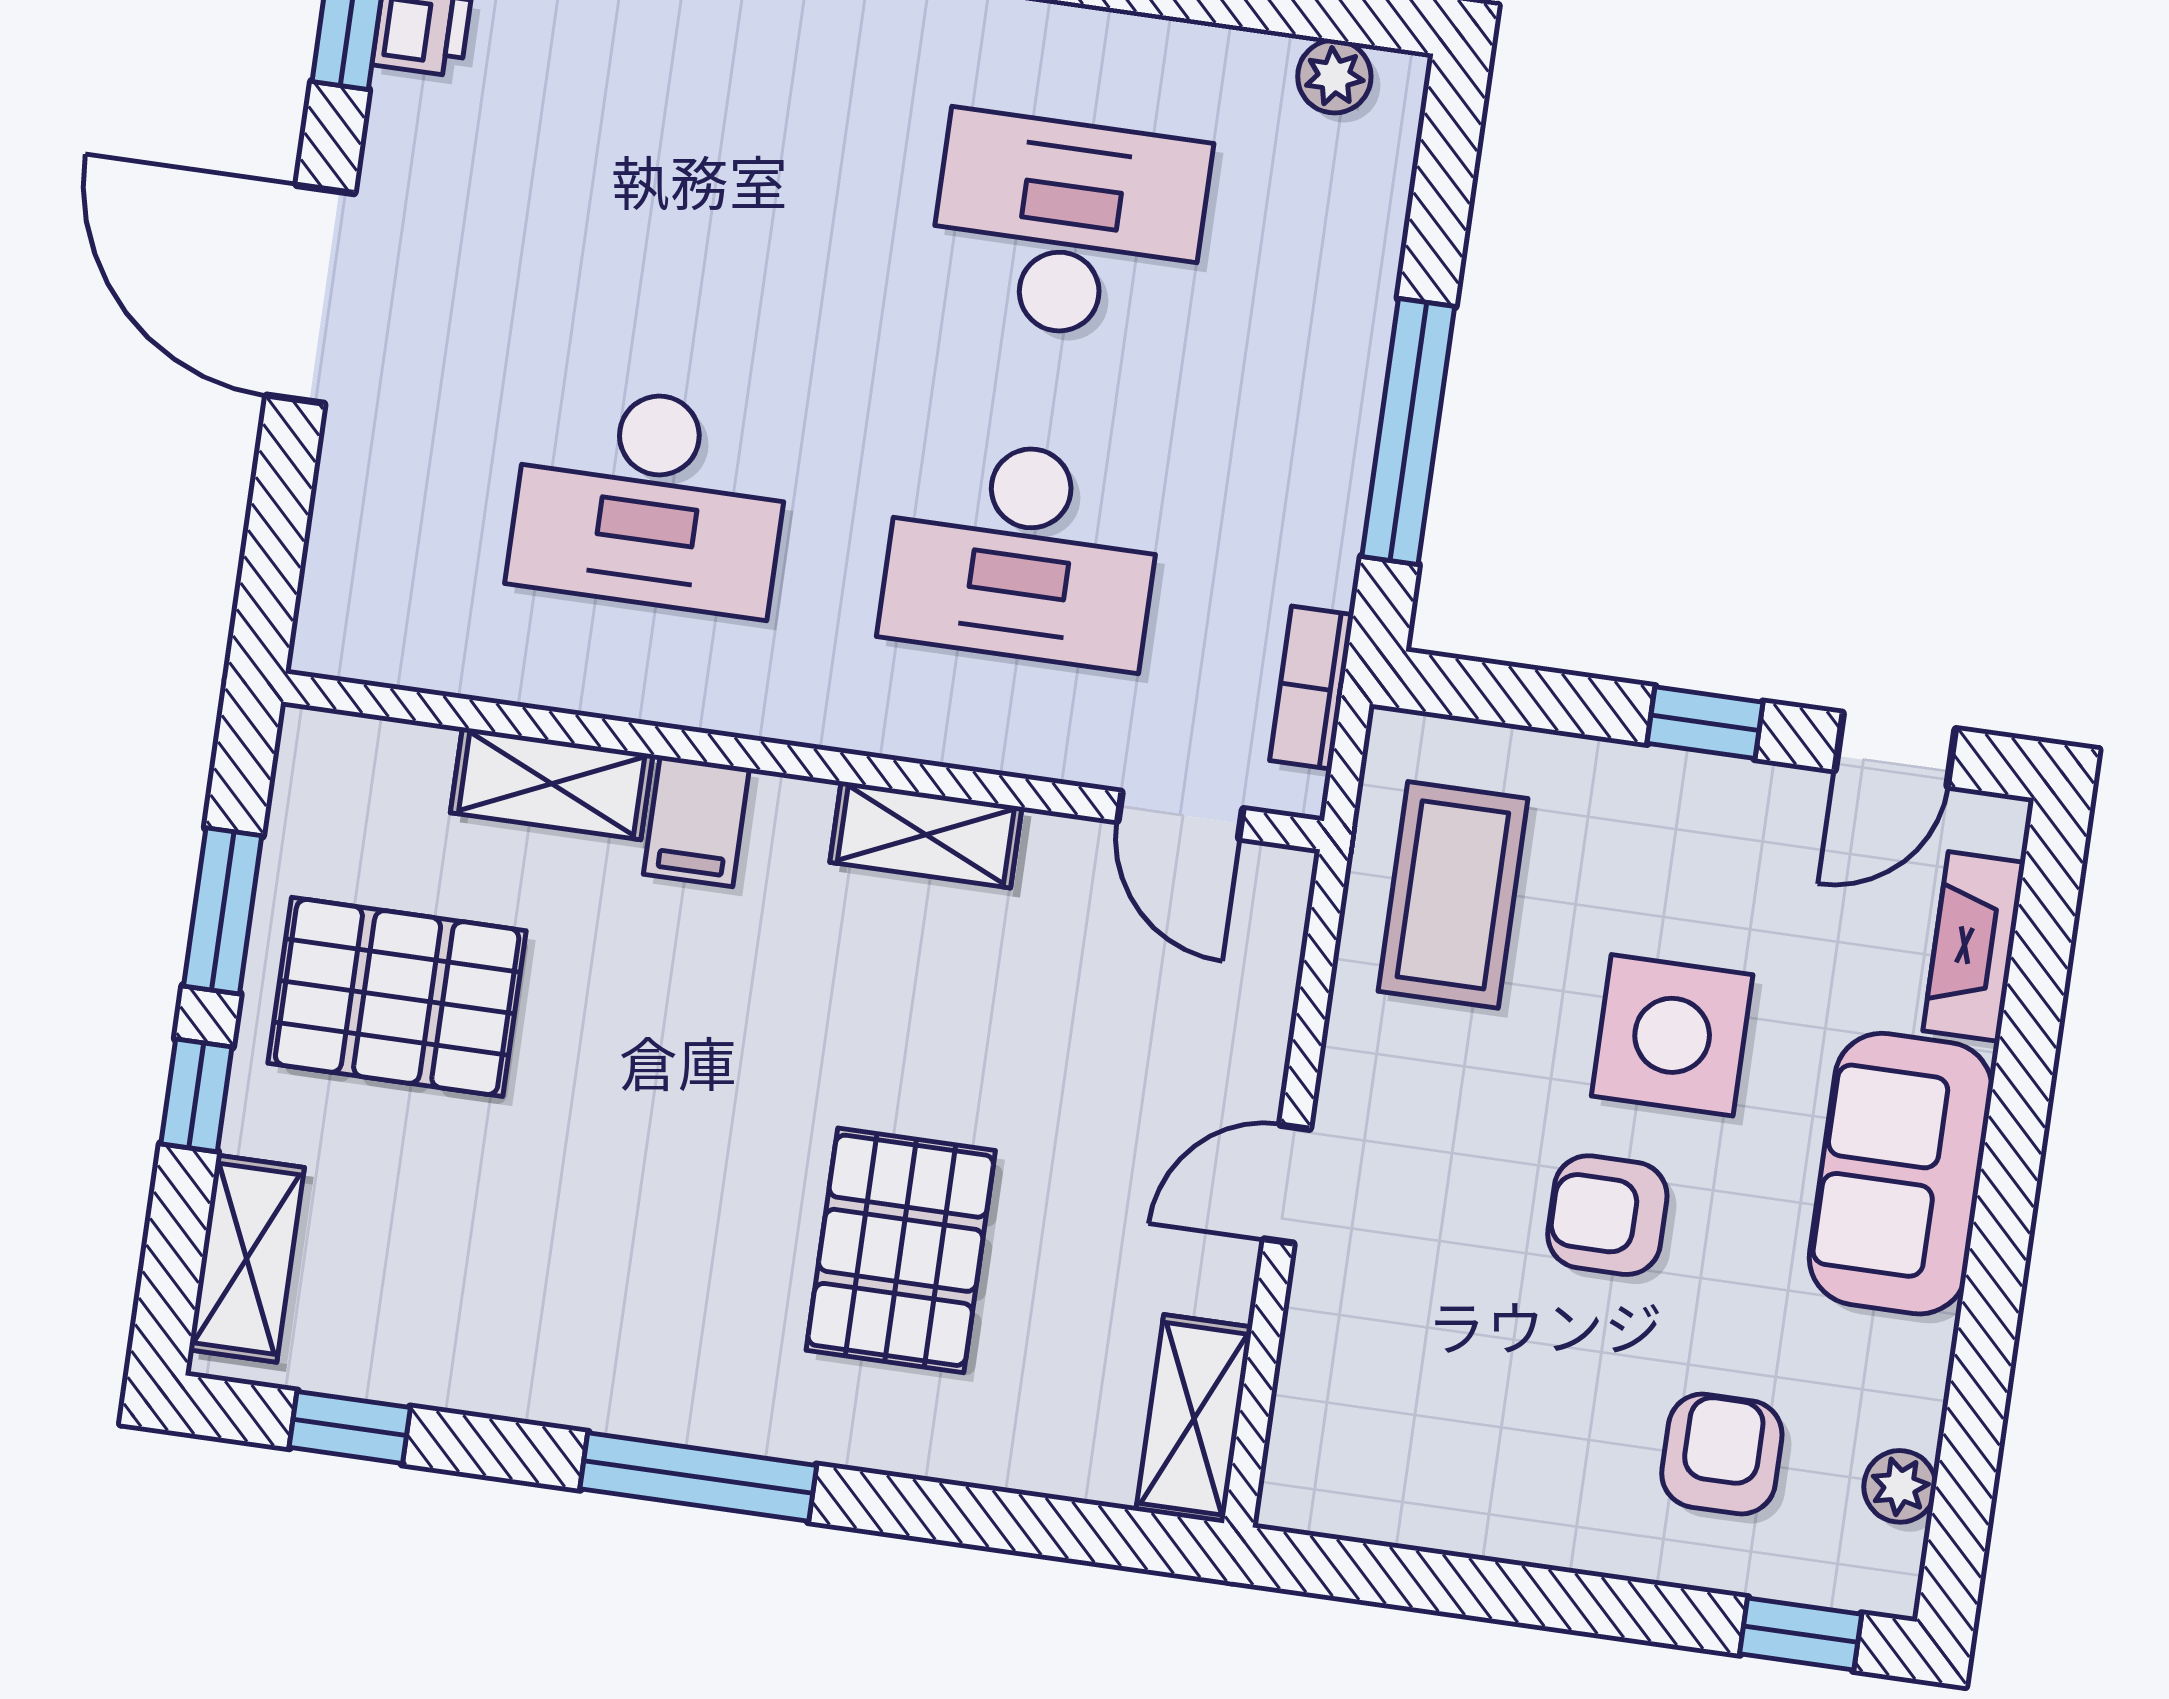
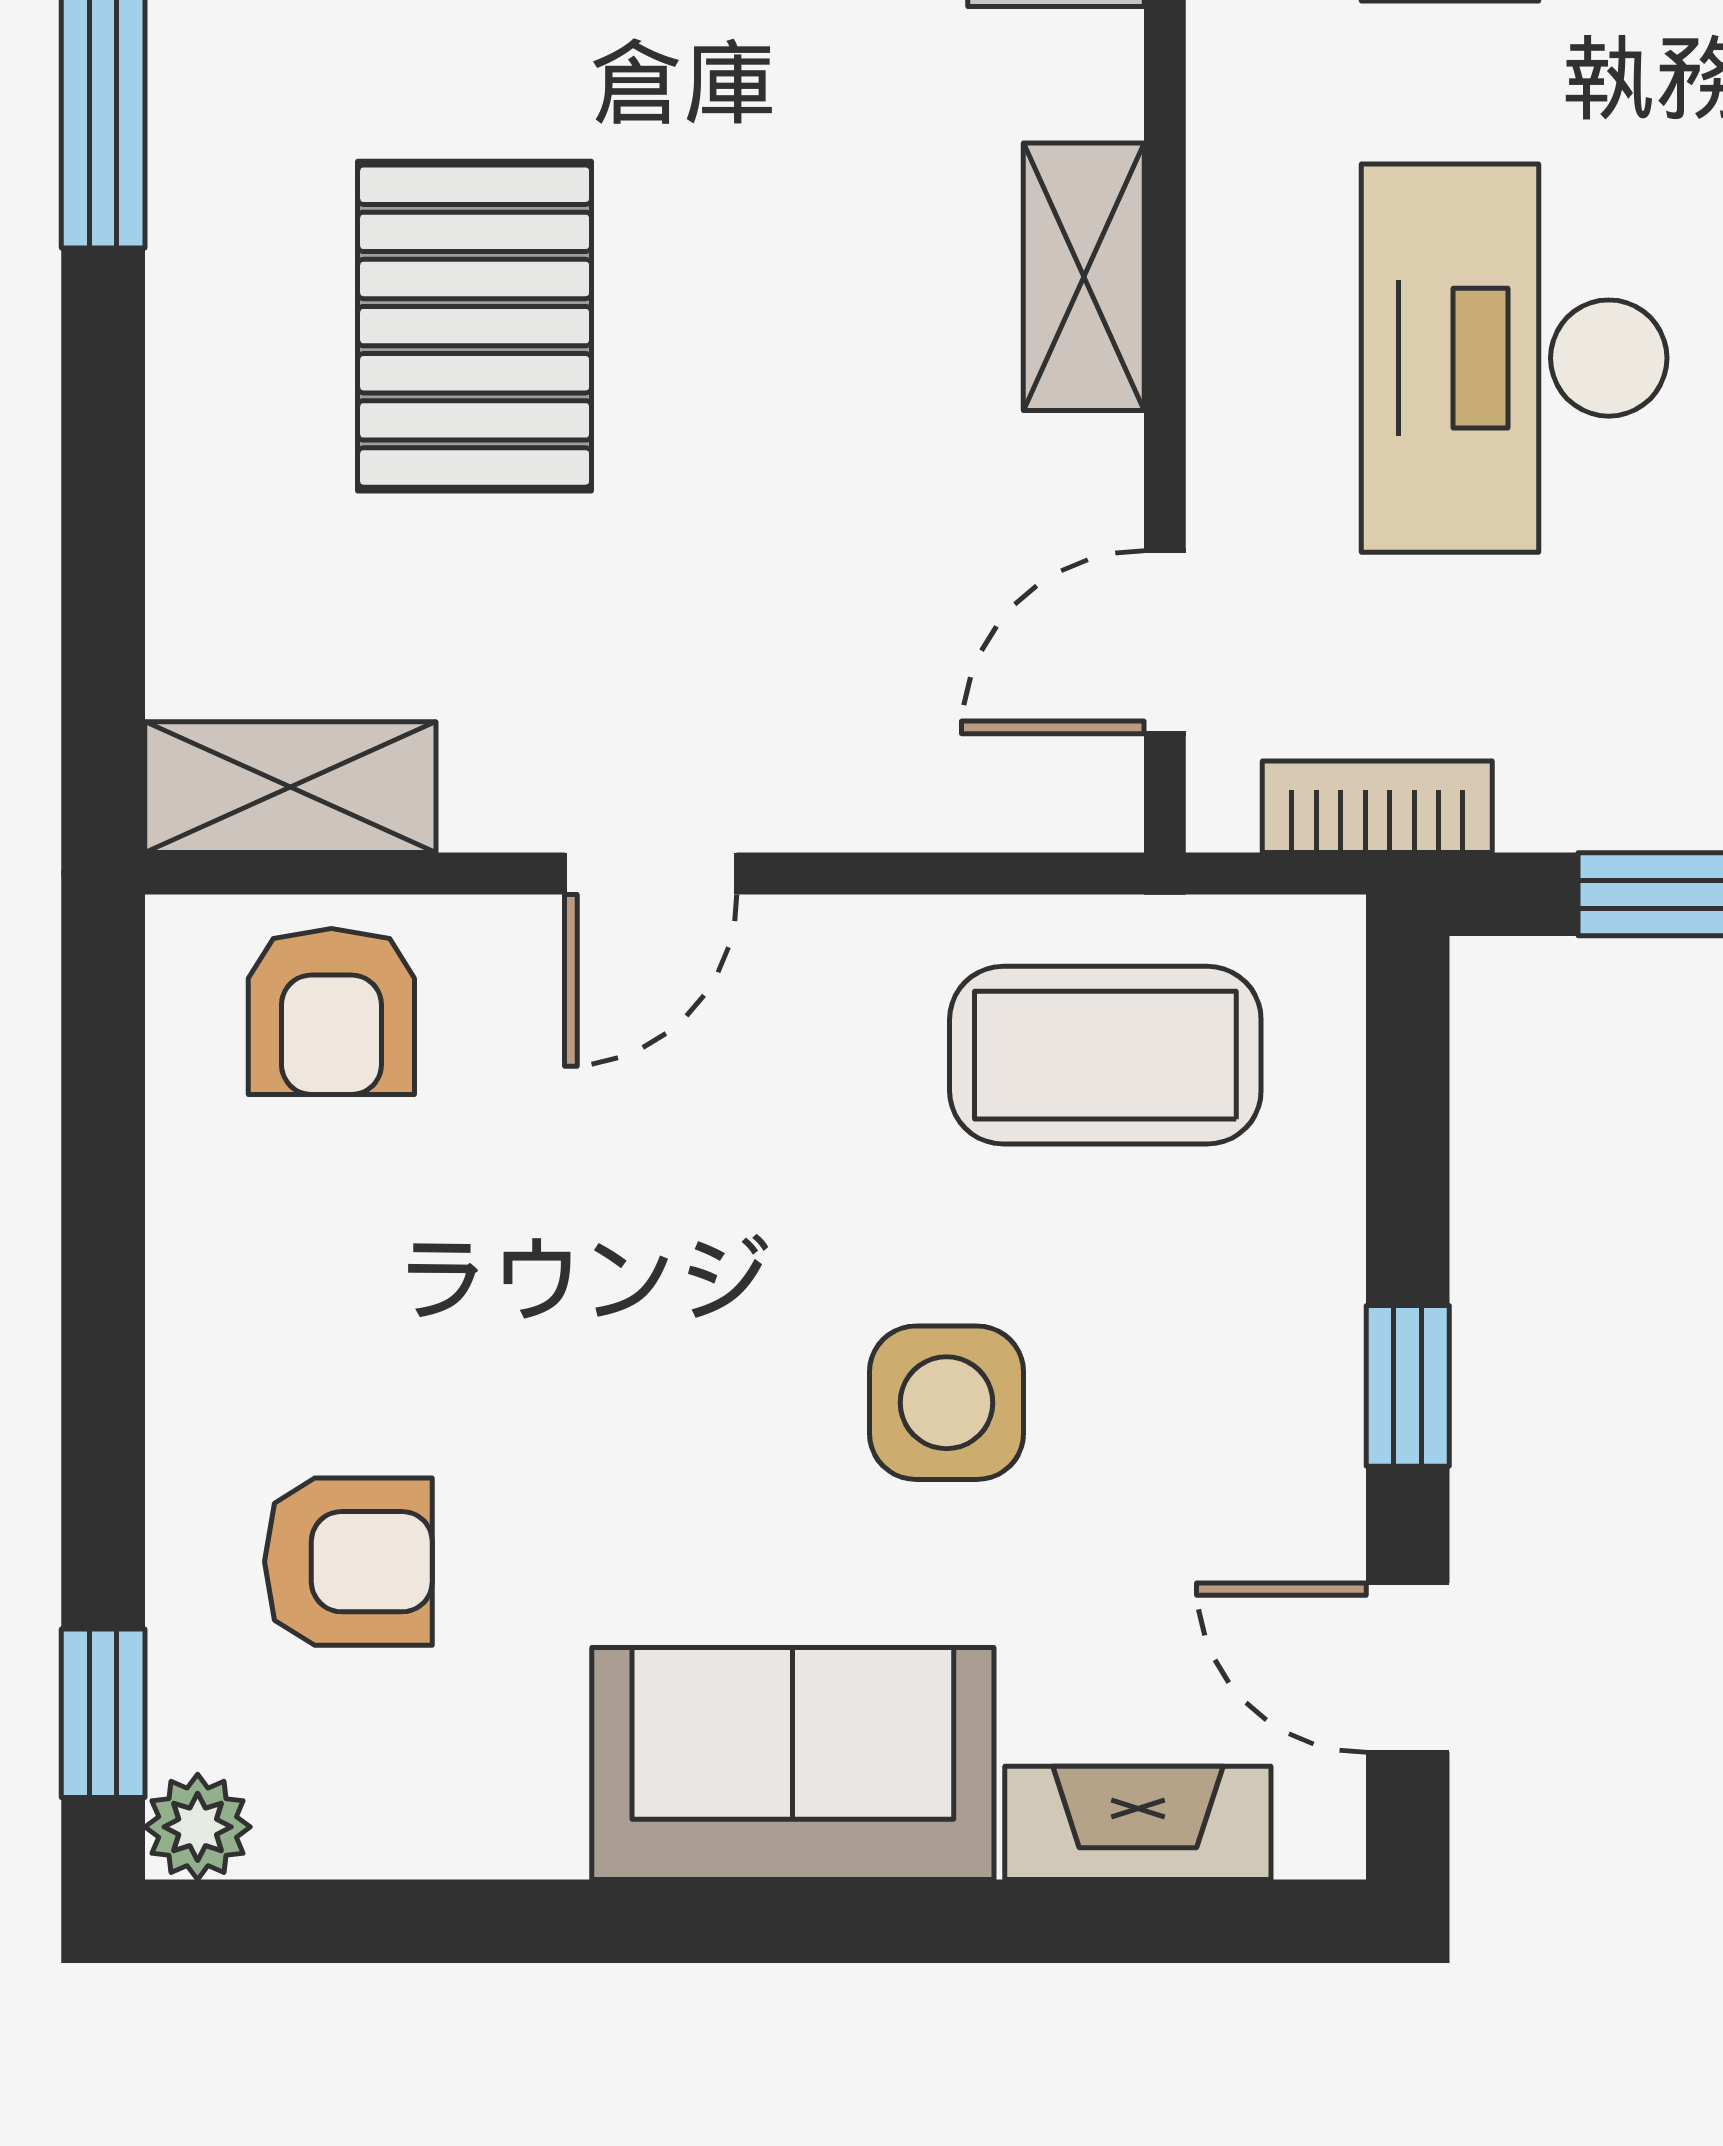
side table: (1672, 1035) -> (947, 1403), width x0.73, depth x0.73
door: (1287, 1184) -> (651, 874), swing flipped
armchair: (1607, 1215) -> (331, 1011), moved, turned 180
pallet: (901, 1250) -> (475, 326), turned 90
plant: (1900, 1486) -> (198, 1827), moved

